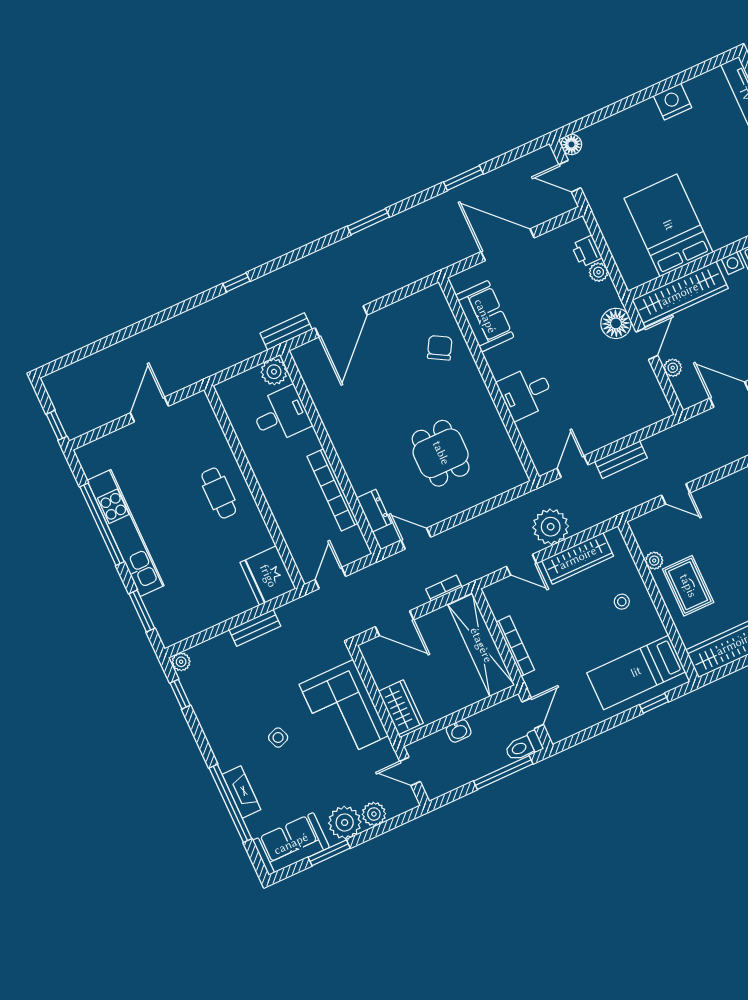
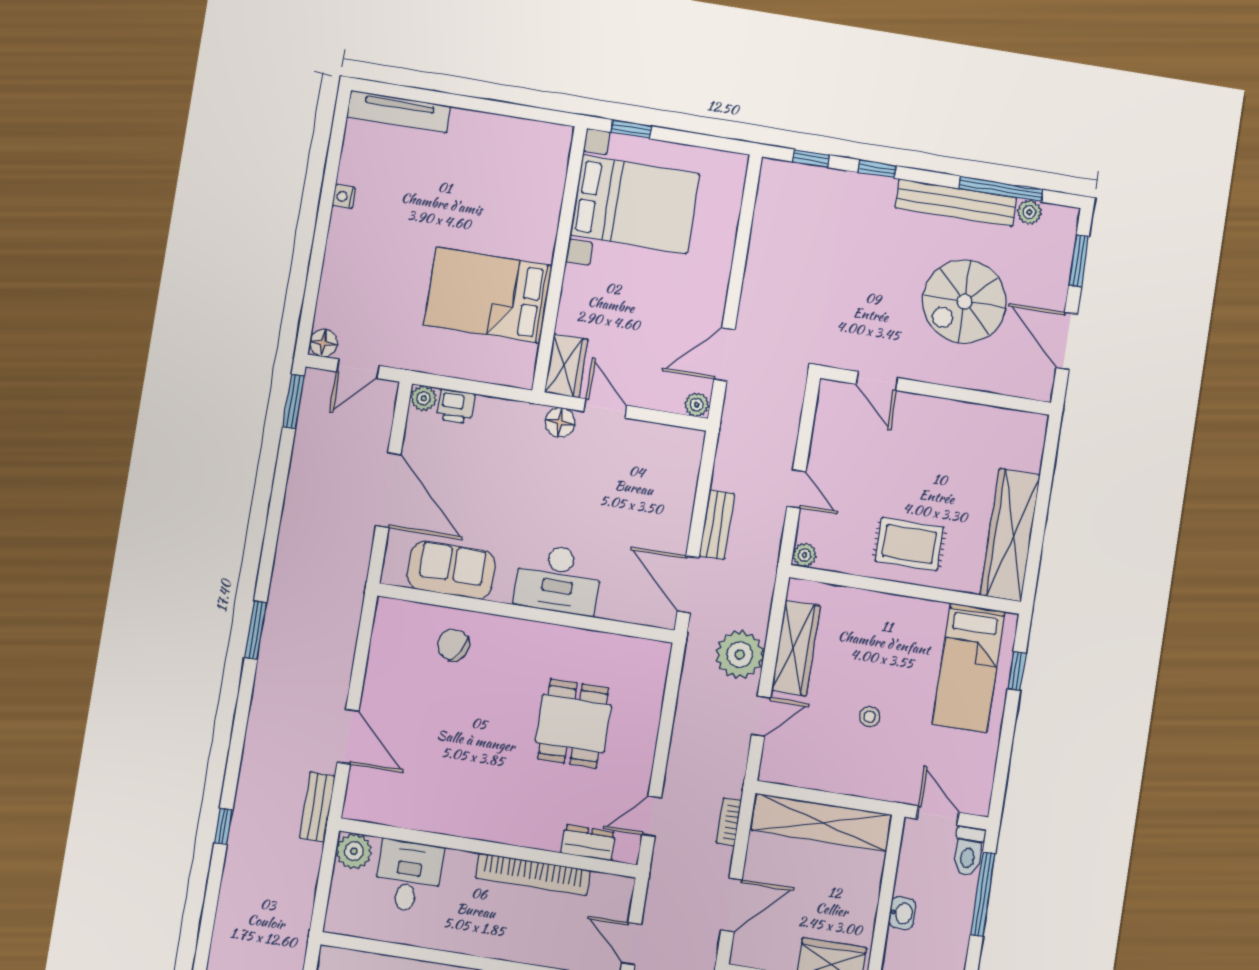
nightstand: (673, 102) -> (344, 197), width x0.53, depth x0.56
window: (463, 178) -> (293, 402), moved
door: (508, 245) -> (388, 490), swing flipped
plant: (599, 272) -> (424, 398), moved
wardrobe: (680, 294) -> (566, 366), width x0.48, depth x0.85
door: (341, 321) -> (348, 737), width x0.73
floor lamp: (616, 323) -> (560, 422), width x0.73, depth x0.73
plant: (673, 368) -> (697, 405), moved
desk: (526, 392) -> (558, 579), width x1.37
dining table: (441, 453) -> (573, 724), turned 90
door: (572, 467) -> (688, 585), width x1.38
door: (676, 494) -> (796, 489), hinge flipped
plant: (654, 561) -> (804, 555), moved
stool: (622, 602) -> (870, 717), moved
bookcase: (515, 646) -> (848, 785), removed

